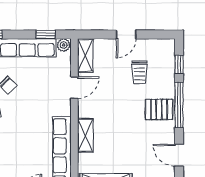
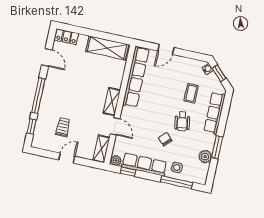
door: (74, 88) -> (115, 126), swing flipped
pallet: (159, 109) -> (54, 96), removed
shelving: (85, 135) -> (112, 102), moved

